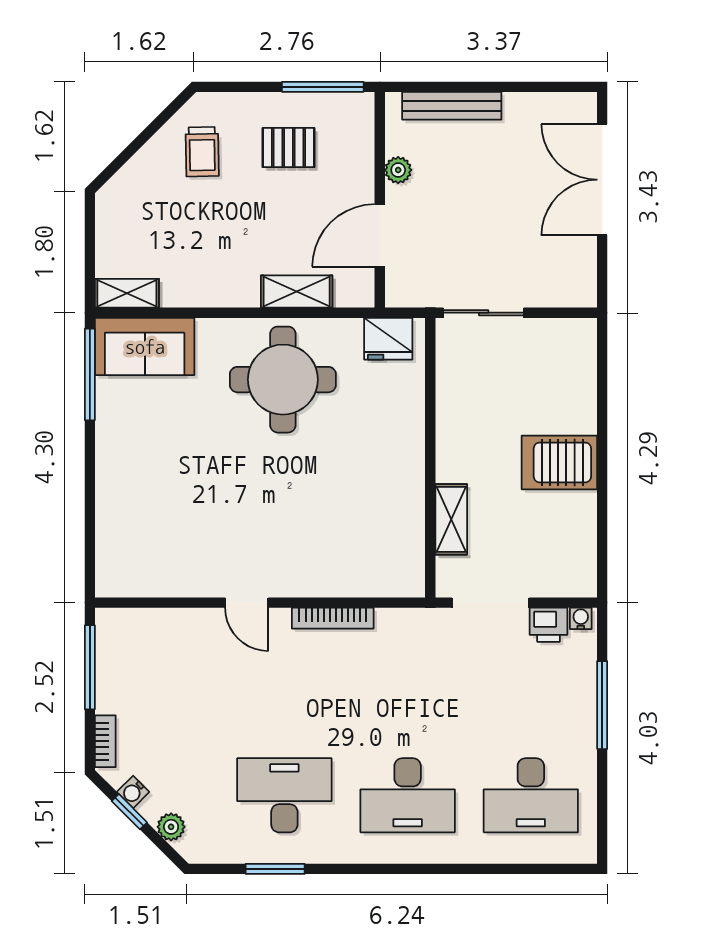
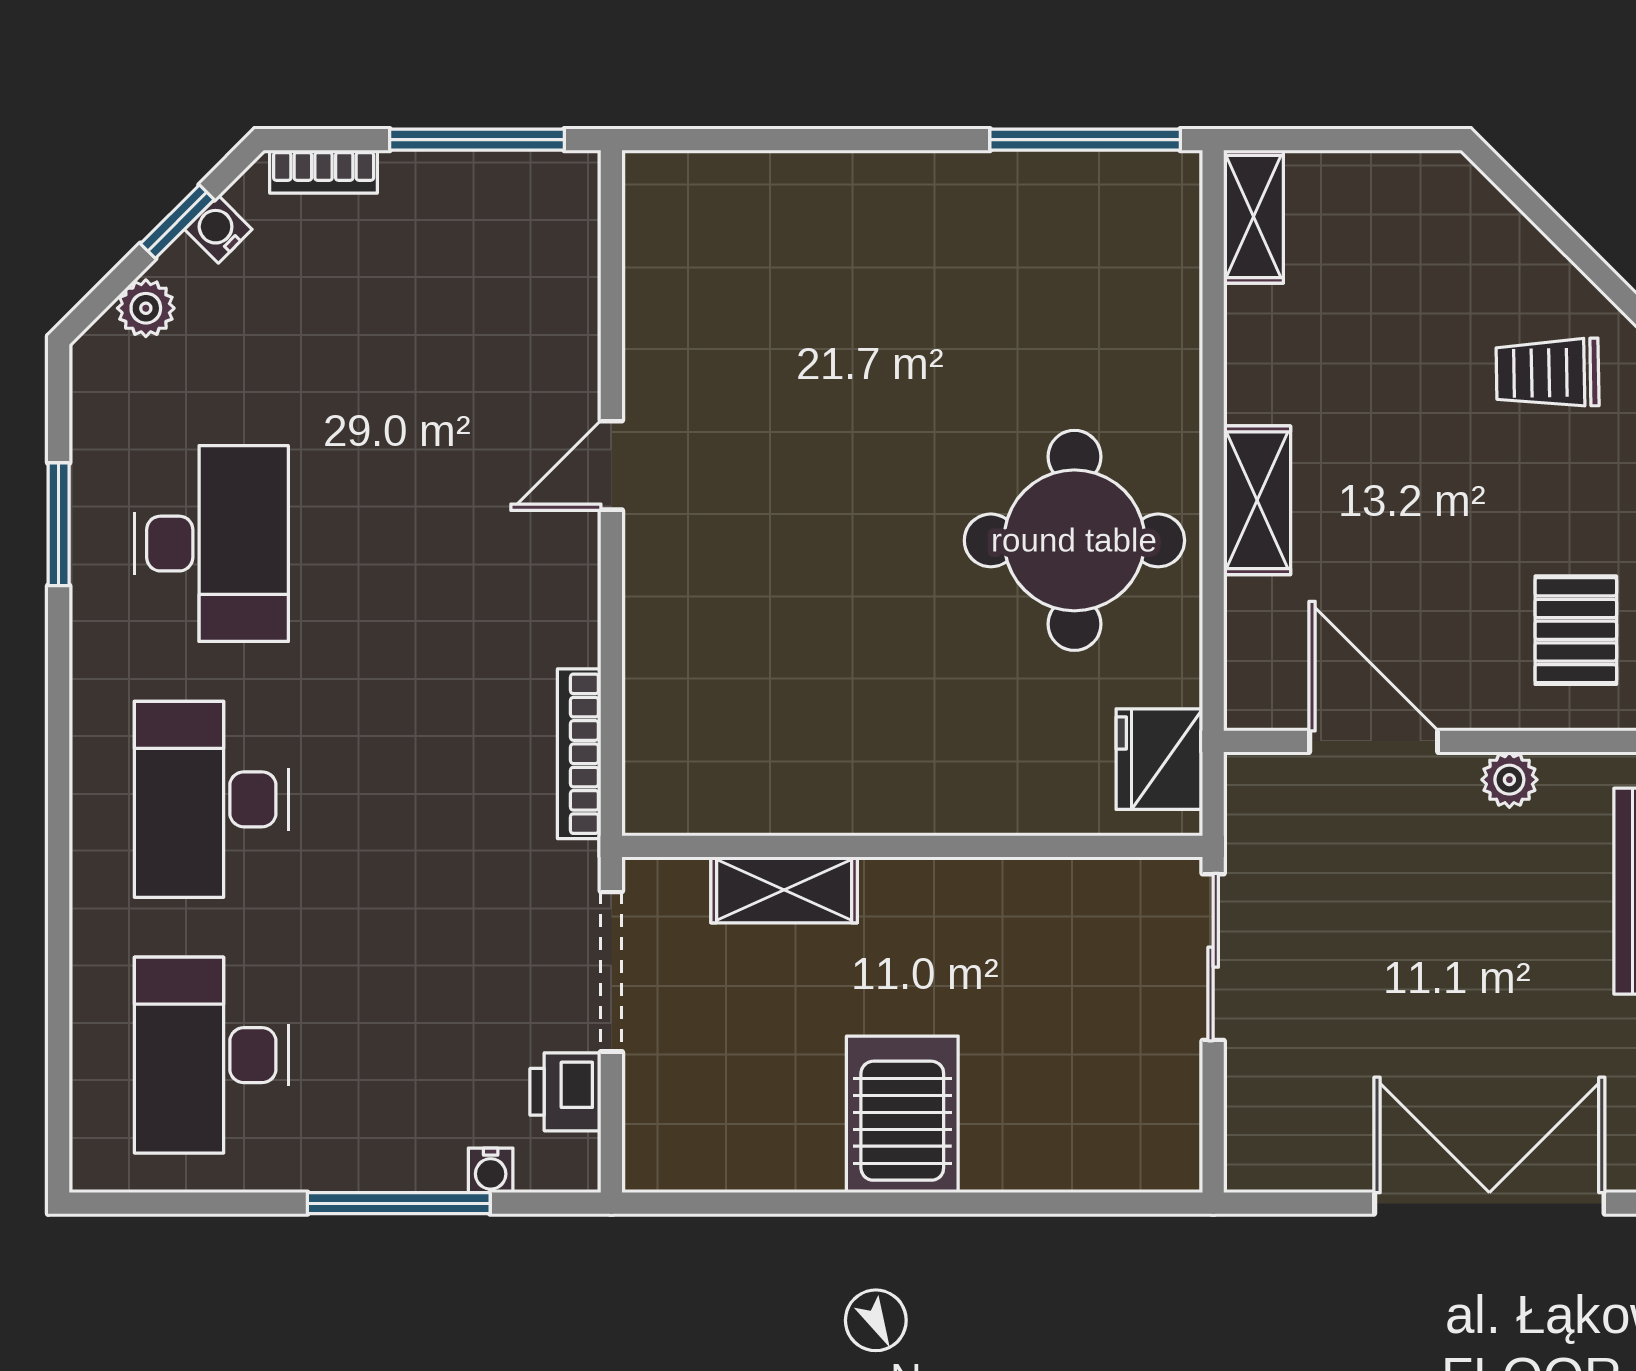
pallet: (288, 148) -> (1576, 630), moved
shelving: (297, 292) -> (1257, 500), moved
sofa: (145, 347) -> (1143, 253), removed
bookcase: (333, 618) -> (579, 754), moved
water cooler: (581, 618) -> (491, 1170), moved, turned 90

